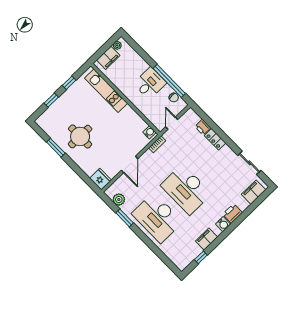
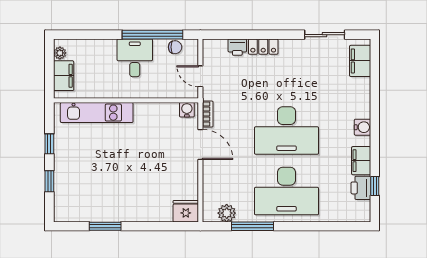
round table: (80, 136) -> (119, 188), removed
door: (130, 164) -> (200, 145), moved
printer: (232, 213) -> (361, 188), moved
window: (125, 218) -> (253, 226), width x1.44

